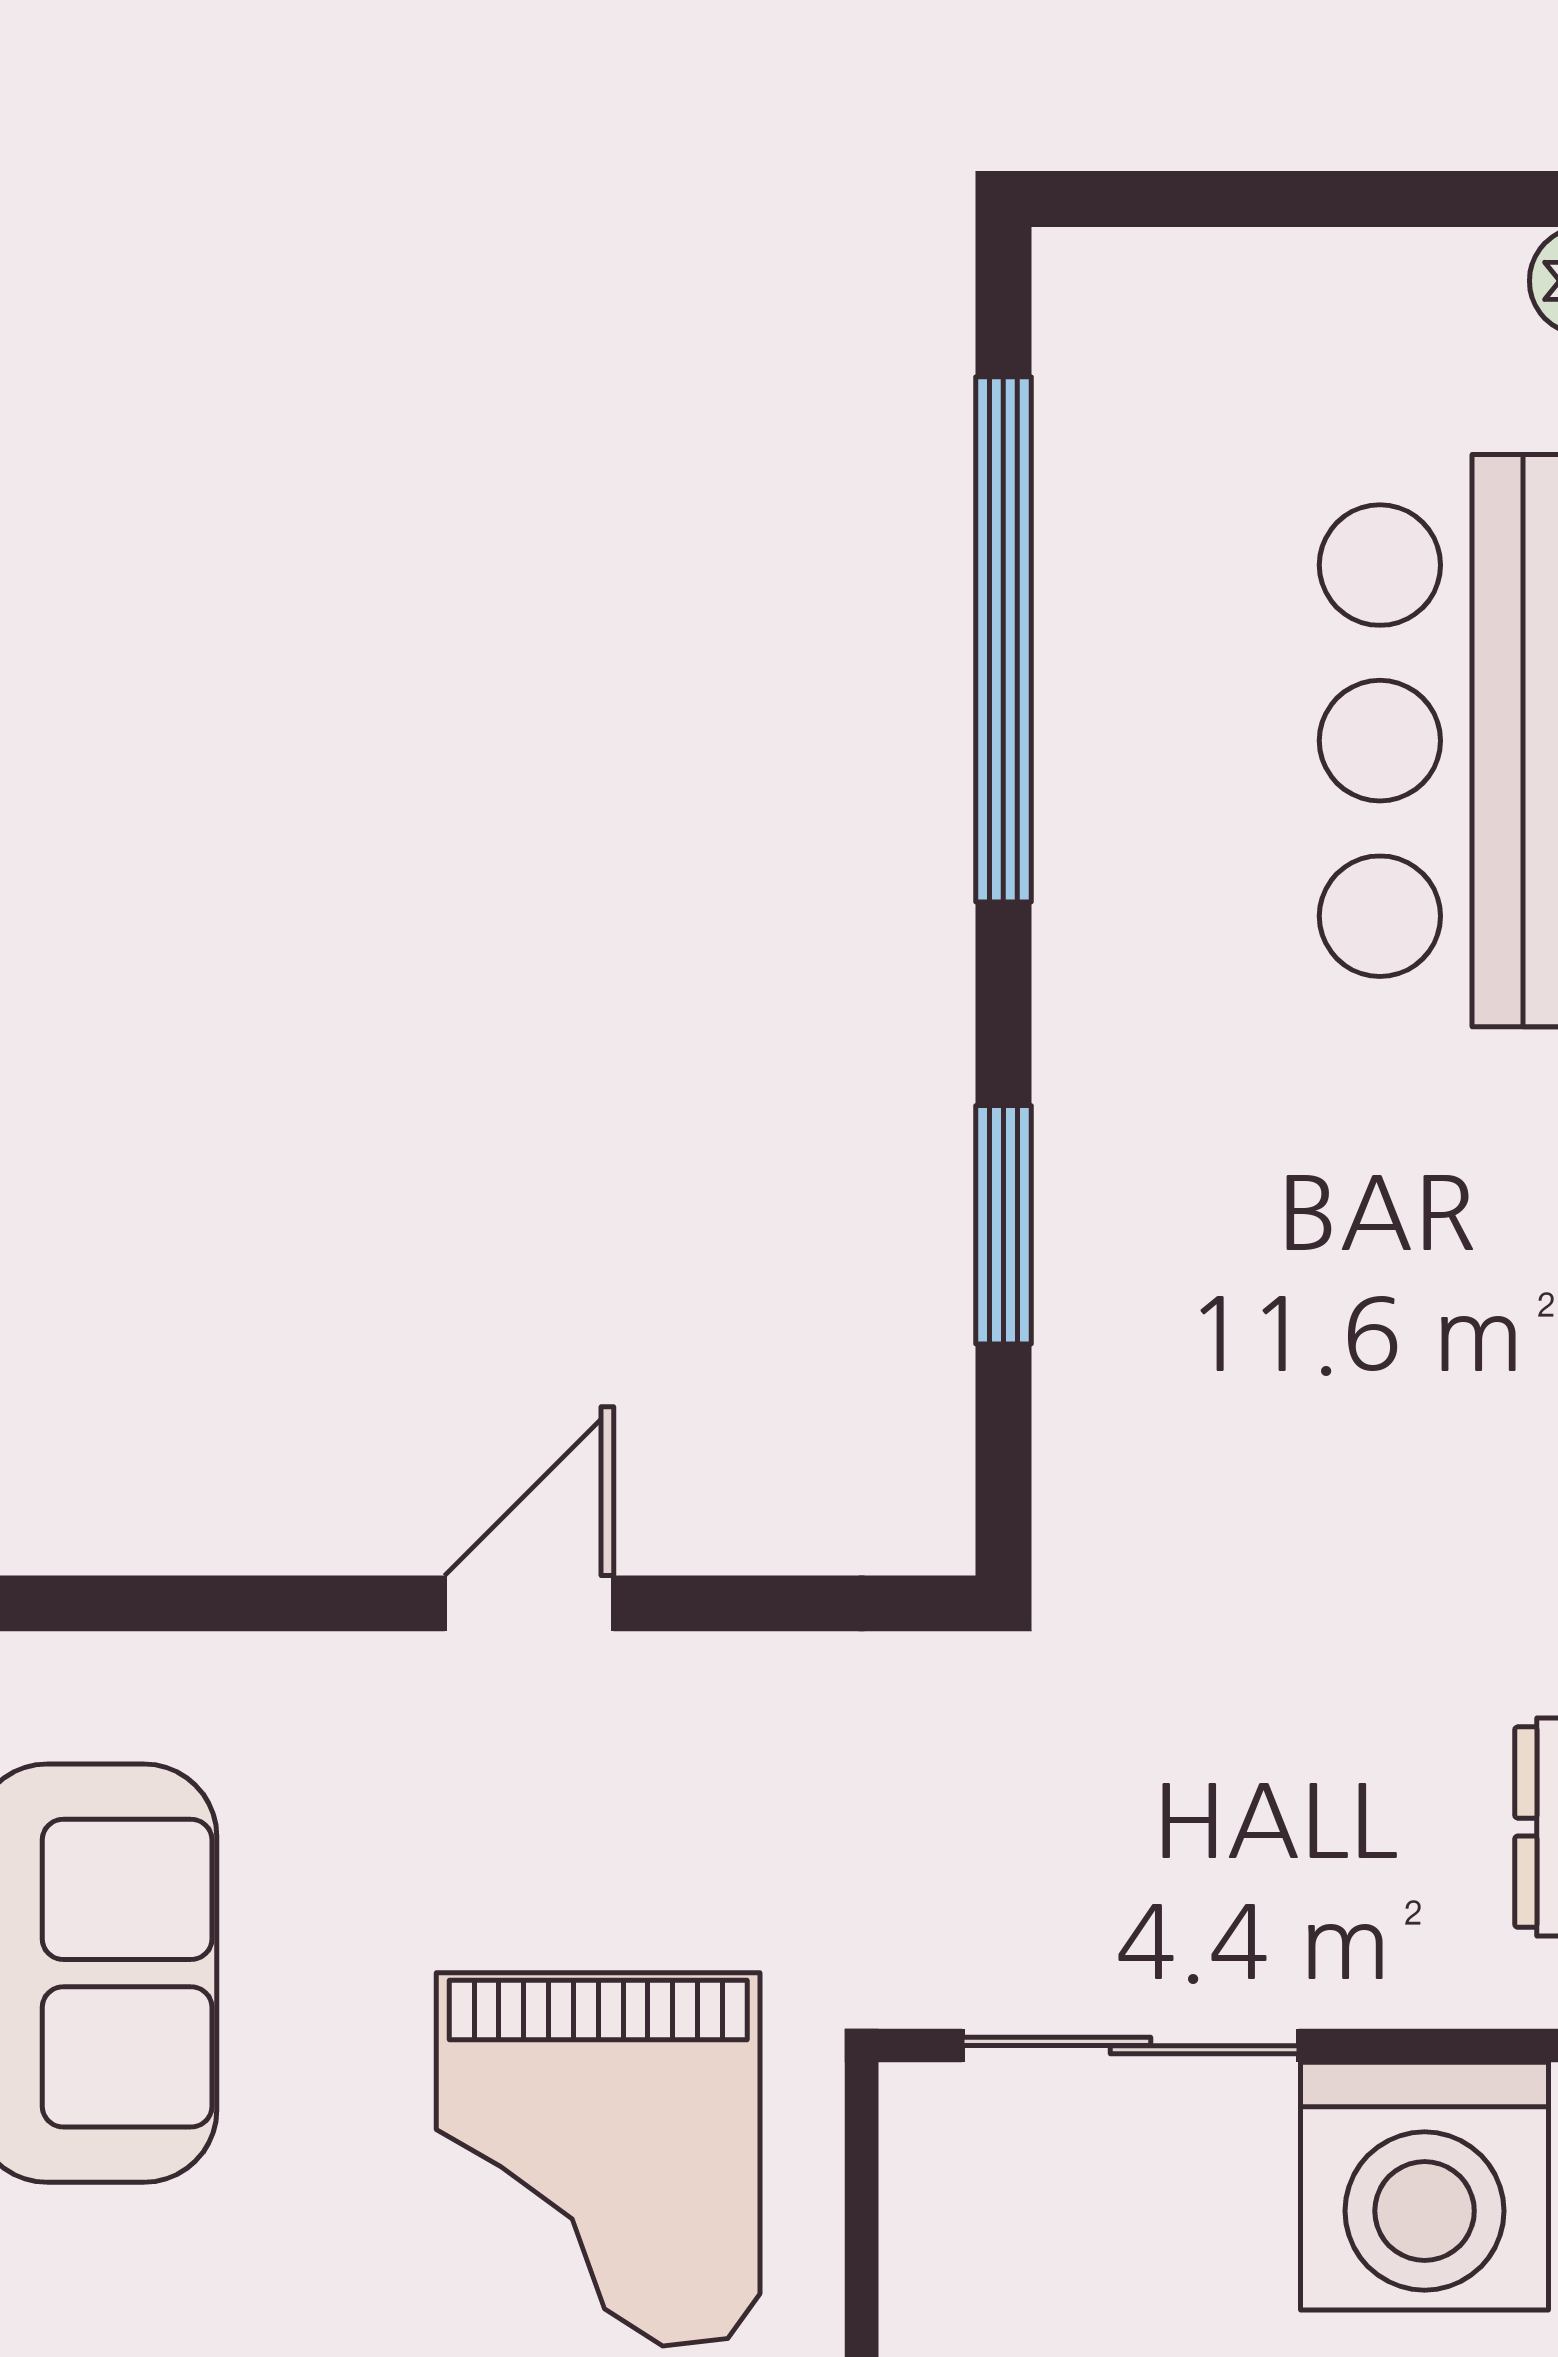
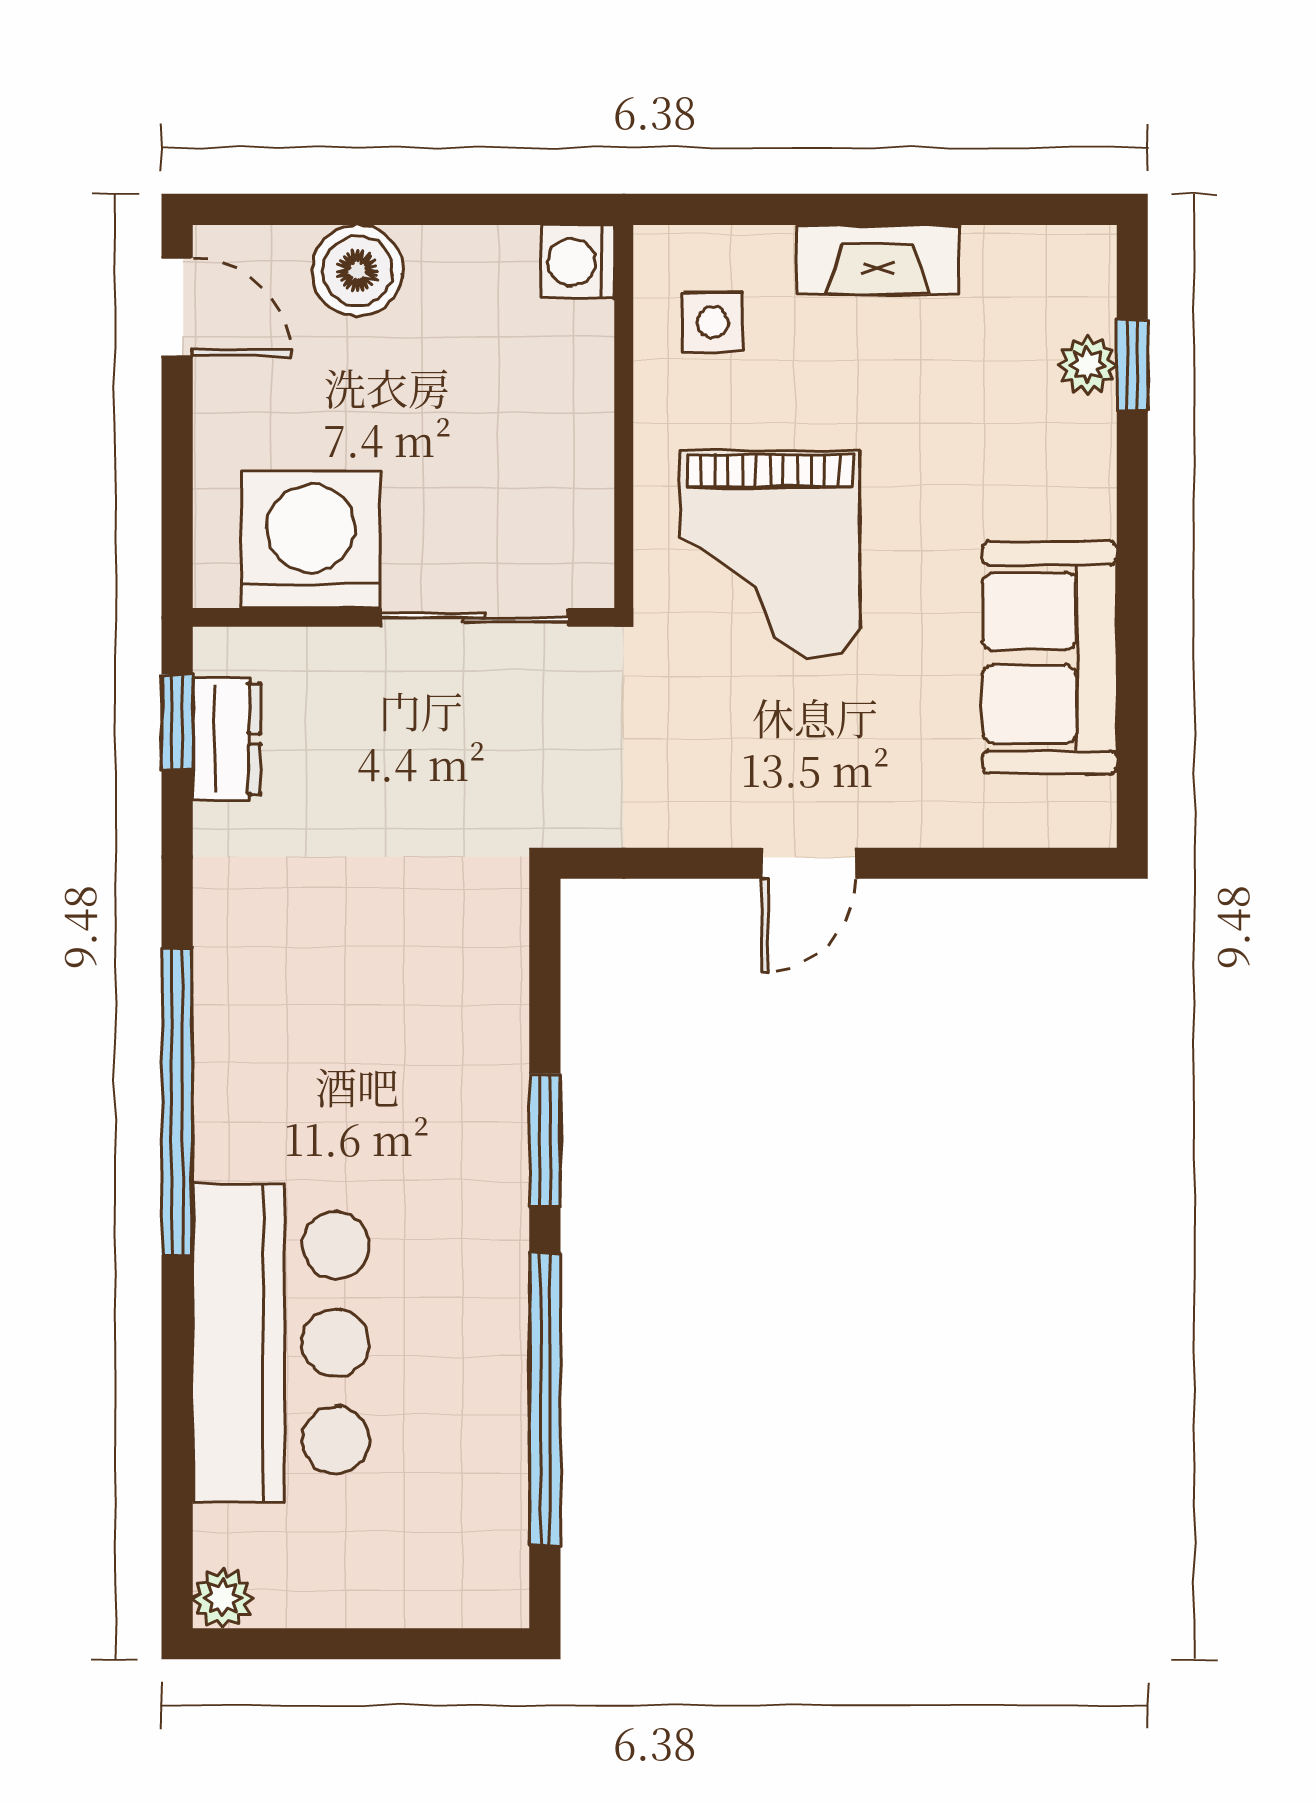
window: (1003, 1225) -> (545, 1140), moved
grand piano: (598, 2159) -> (770, 554), turned 180

